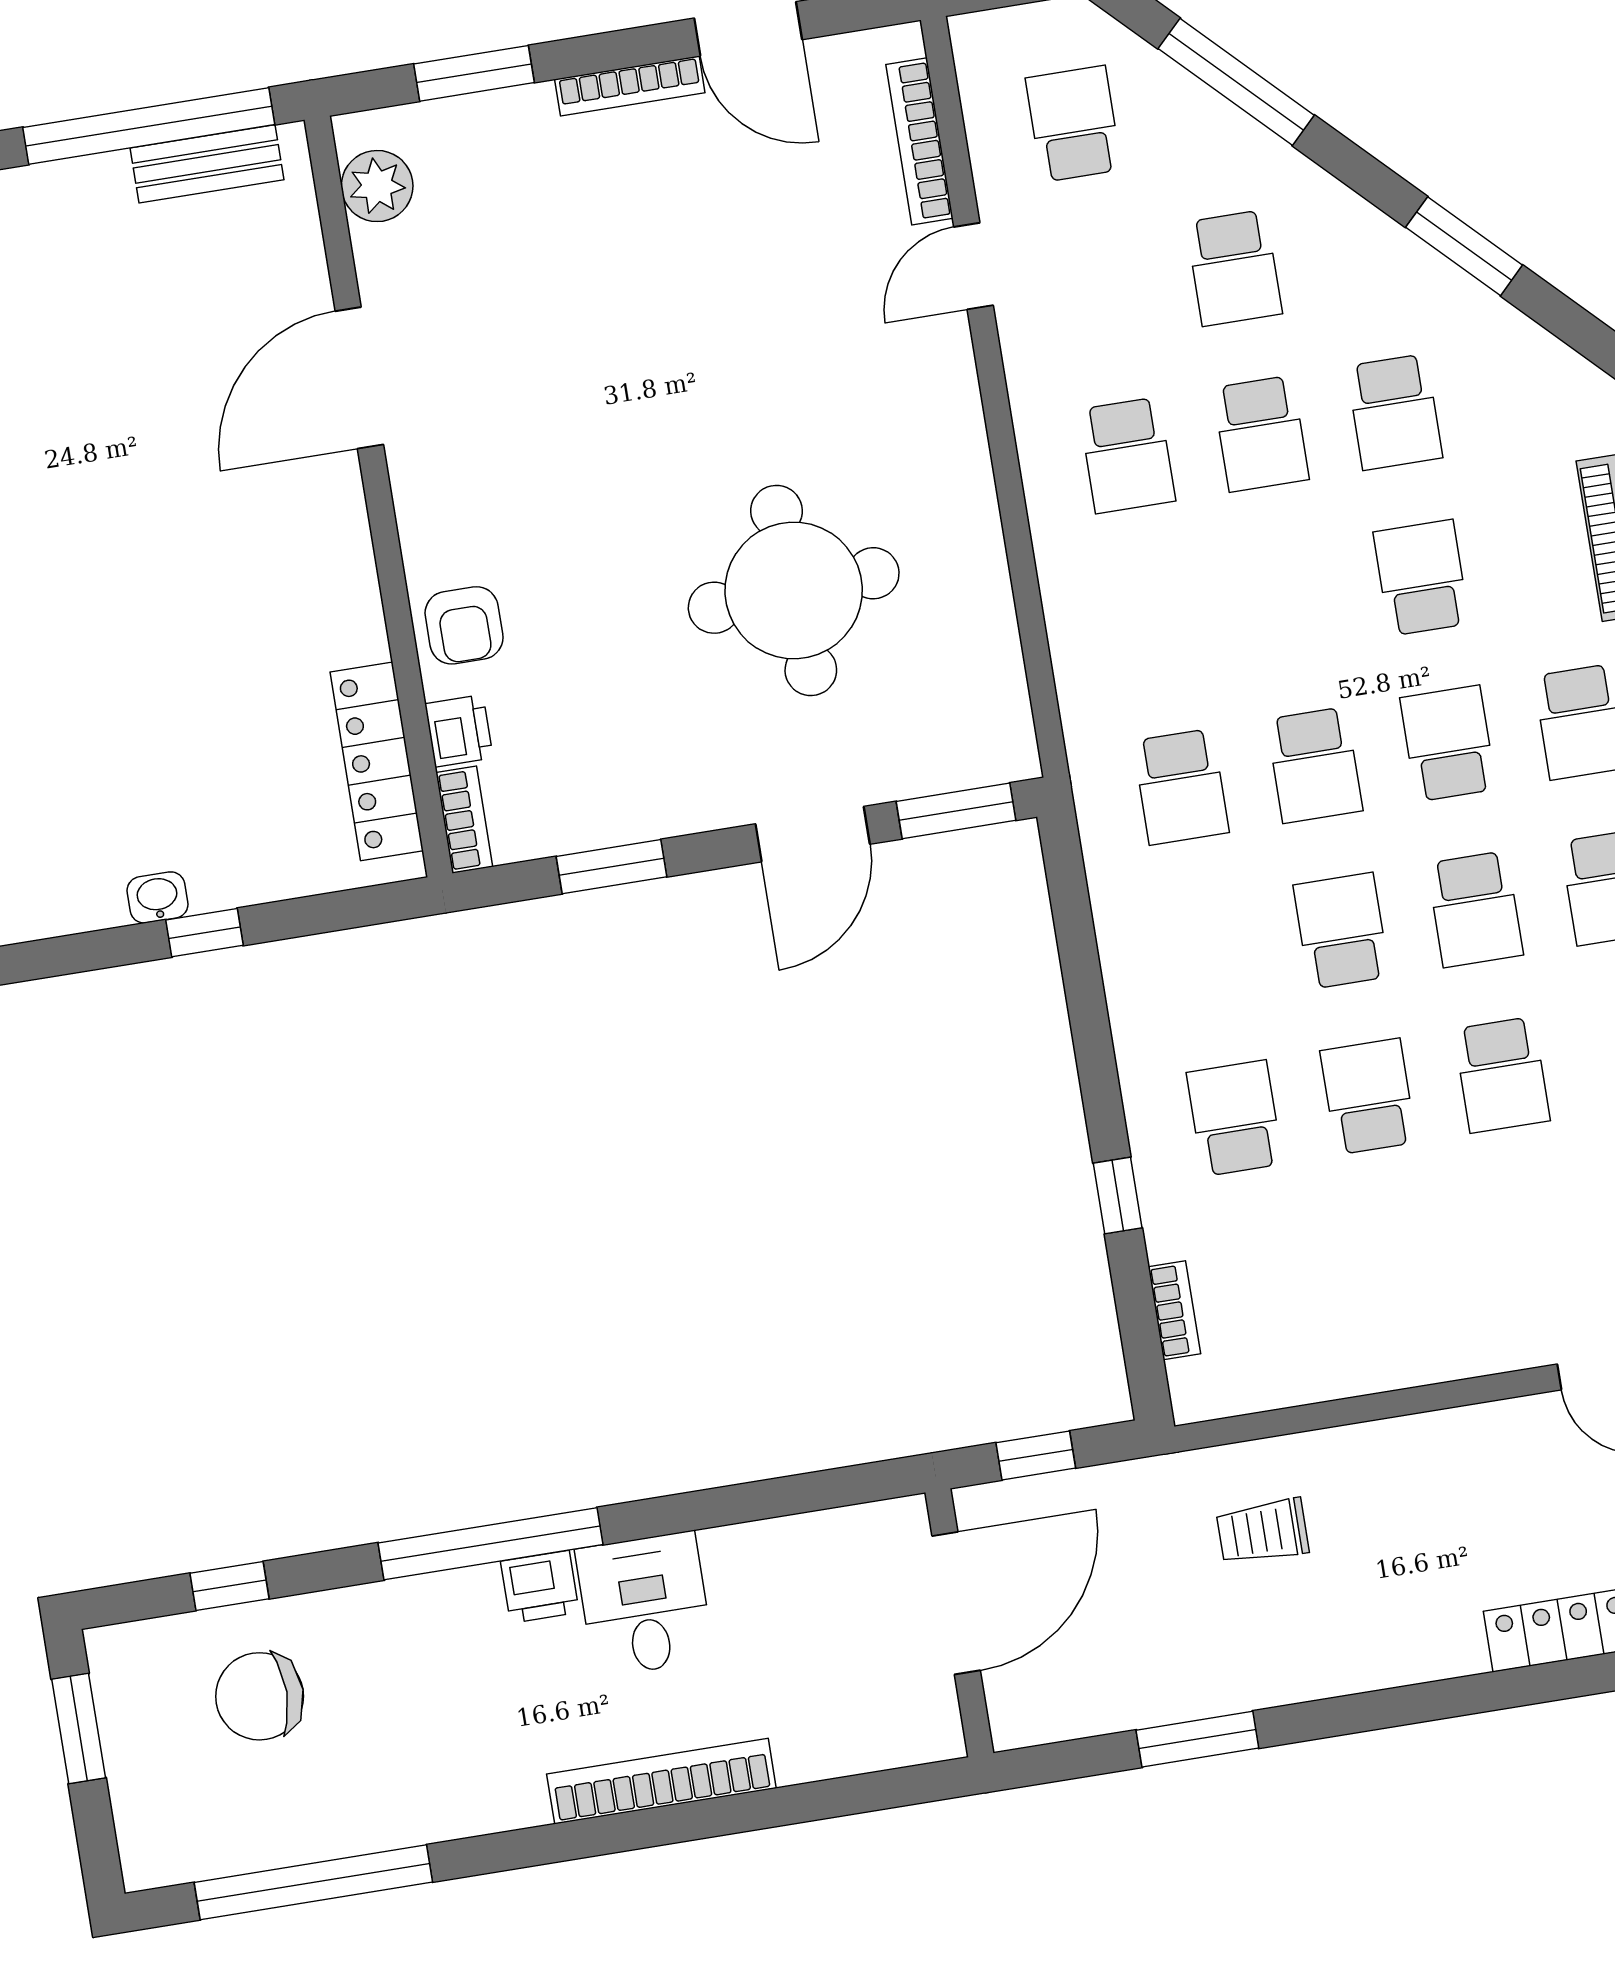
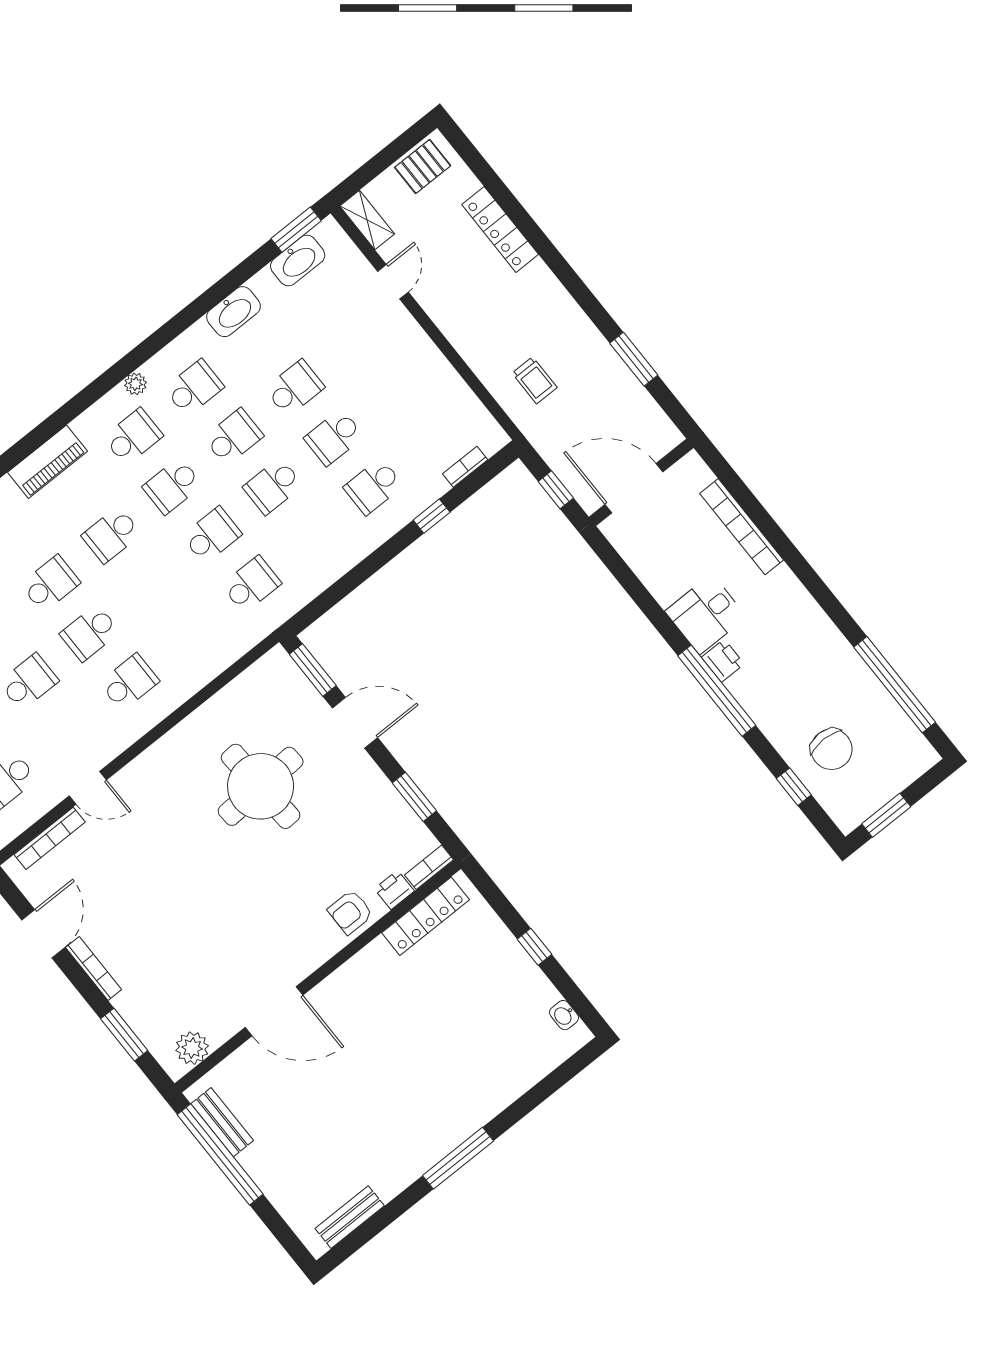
school desk: (1261, 434) -> (90, 633), turned 180
armchair: (464, 625) -> (350, 912), turned 180
washbasin: (158, 897) -> (564, 1015), moved
bookcase: (661, 1781) -> (742, 527), moved

